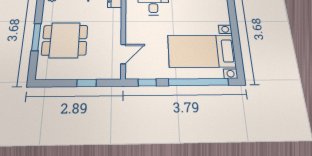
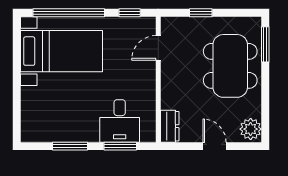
window: (36, 37) -> (265, 44), moved
dining table: (65, 40) -> (230, 66), width x1.38

